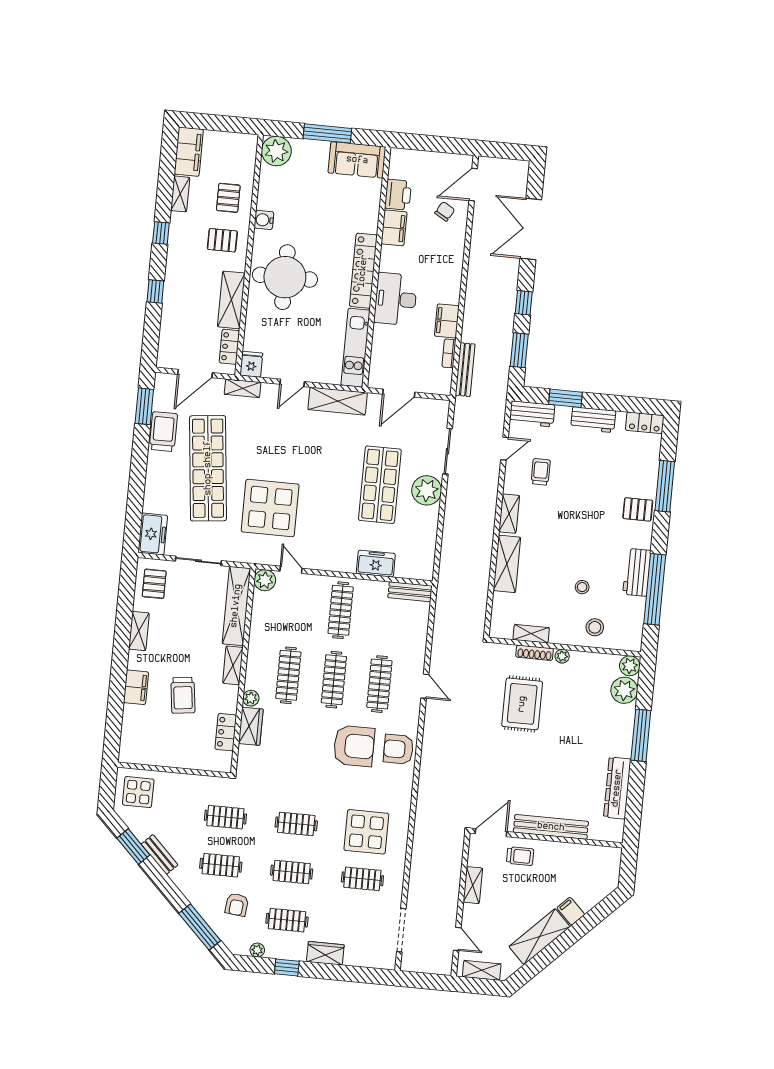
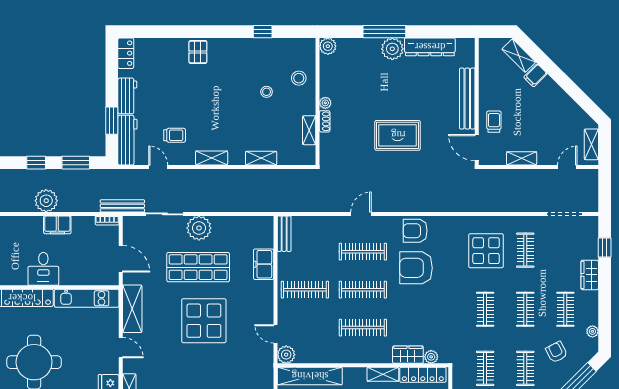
desk: (396, 299) -> (43, 269), width x0.73
plant: (477, 310) -> (46, 201), added
bookcase: (449, 353) -> (107, 220), moved
bench: (465, 370) -> (122, 206), moved
workbench: (532, 414) -> (127, 140), width x1.38
trolley: (541, 472) -> (175, 135), turned 180
window: (665, 486) -> (177, 32), removed
display table: (270, 508) -> (204, 321), moved
shelving: (507, 564) -> (261, 158), width x0.67, depth x0.75
door: (291, 570) -> (275, 334), hinge flipped
workbench: (637, 572) -> (250, 48), removed
window: (655, 589) -> (263, 32), width x0.32
shoe rack: (535, 653) -> (325, 121), width x0.70
shelving: (233, 665) -> (383, 374), moved
plant: (624, 690) -> (392, 49), moved
plant: (251, 698) -> (431, 357), moved
rug: (522, 704) -> (398, 135), moved
locker: (226, 732) -> (423, 375), width x1.53
armchair: (354, 746) -> (416, 268), turned -90
armchair: (398, 749) -> (415, 231), turned 90
armchair: (237, 905) -> (557, 352), turned -124
shelving: (539, 937) -> (519, 56), moved, width x0.67, depth x0.75
window: (287, 968) -> (605, 247), moved

